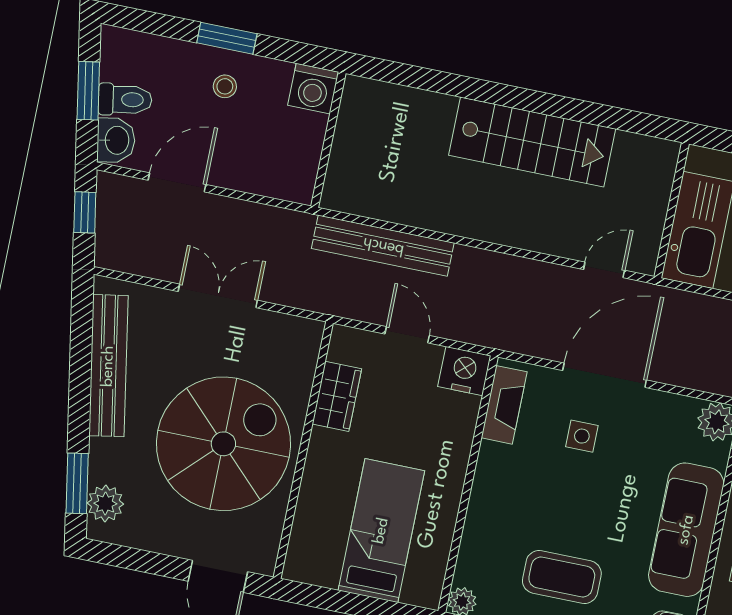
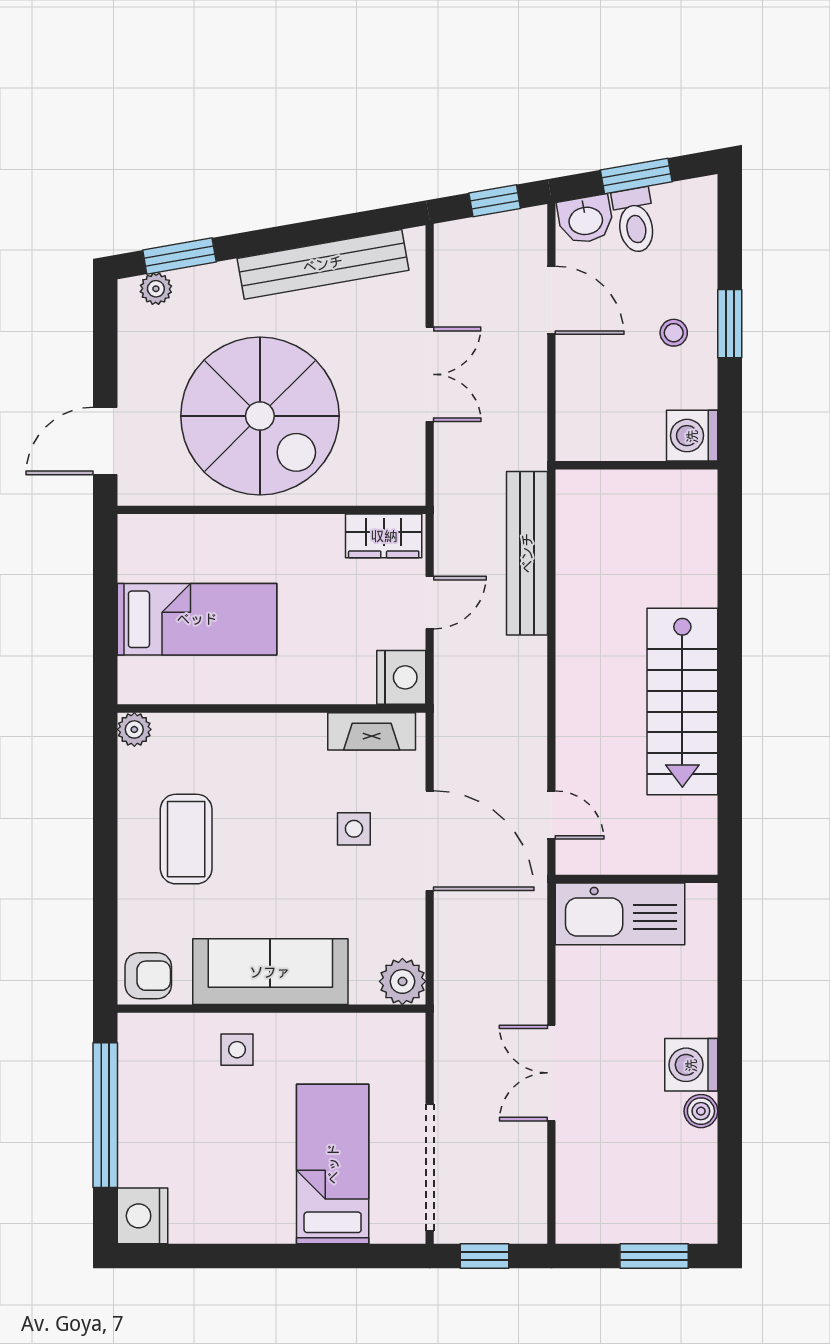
wardrobe: (337, 396) -> (384, 536), moved
plant: (105, 504) -> (156, 289), width x0.73, depth x0.73

